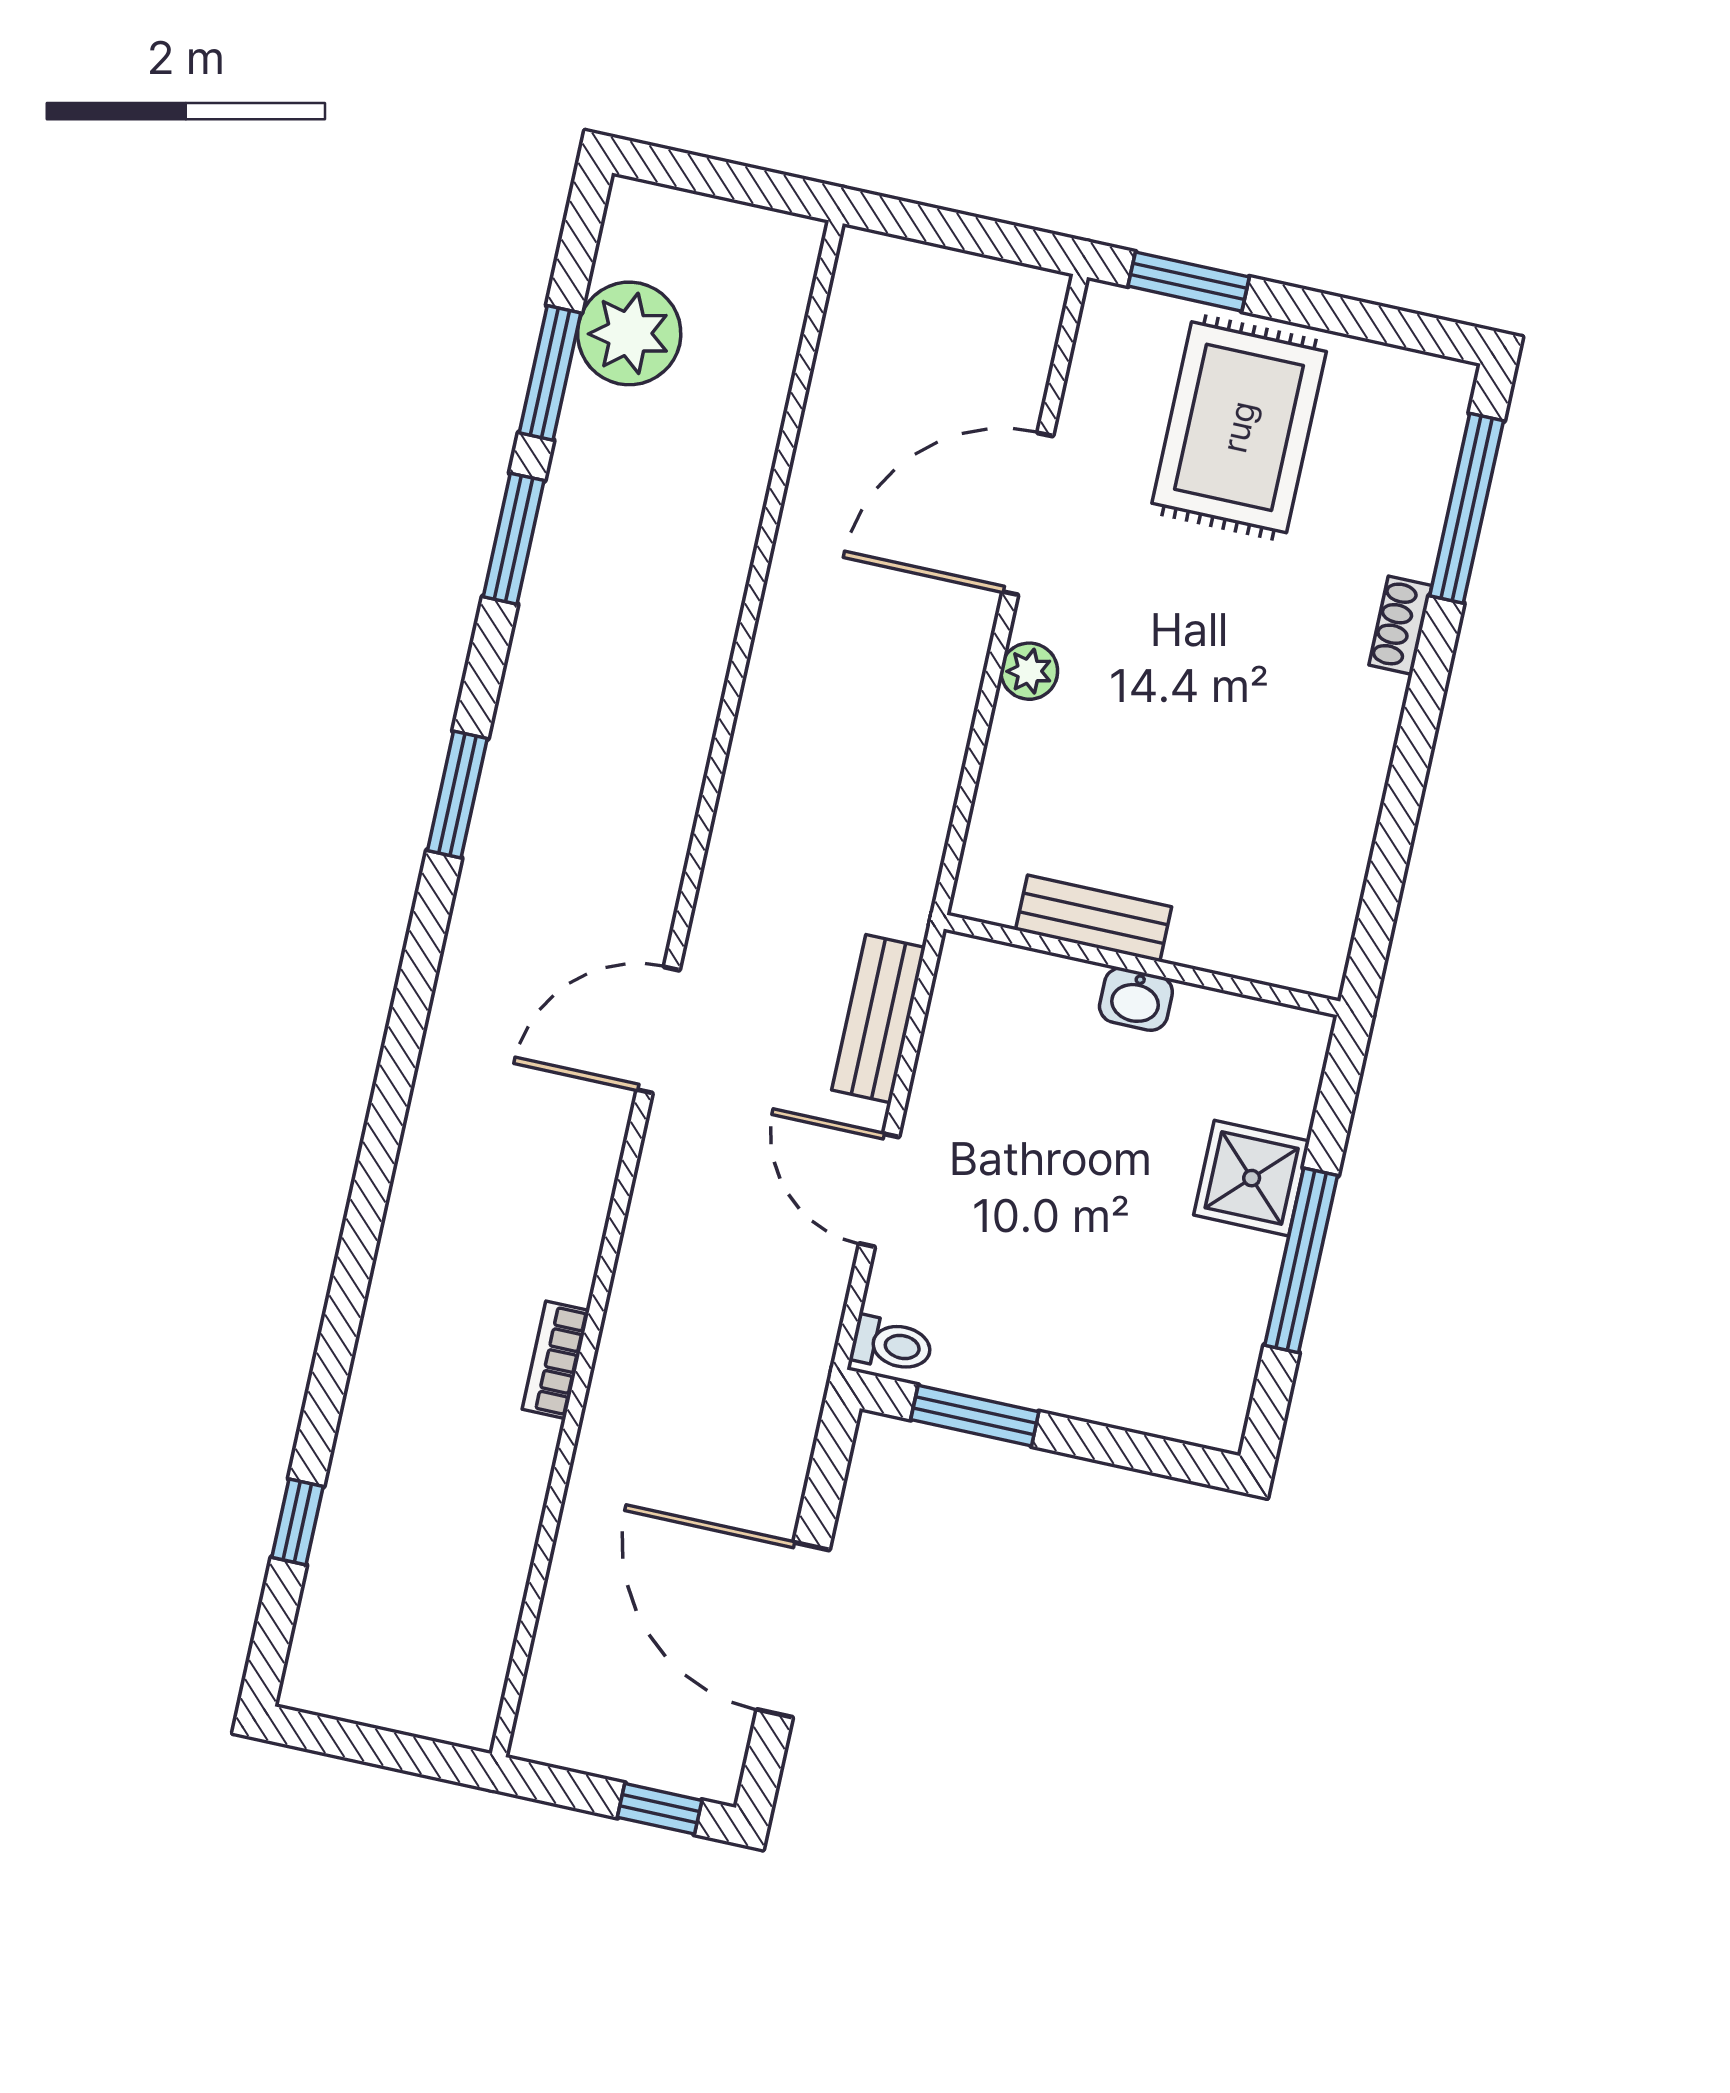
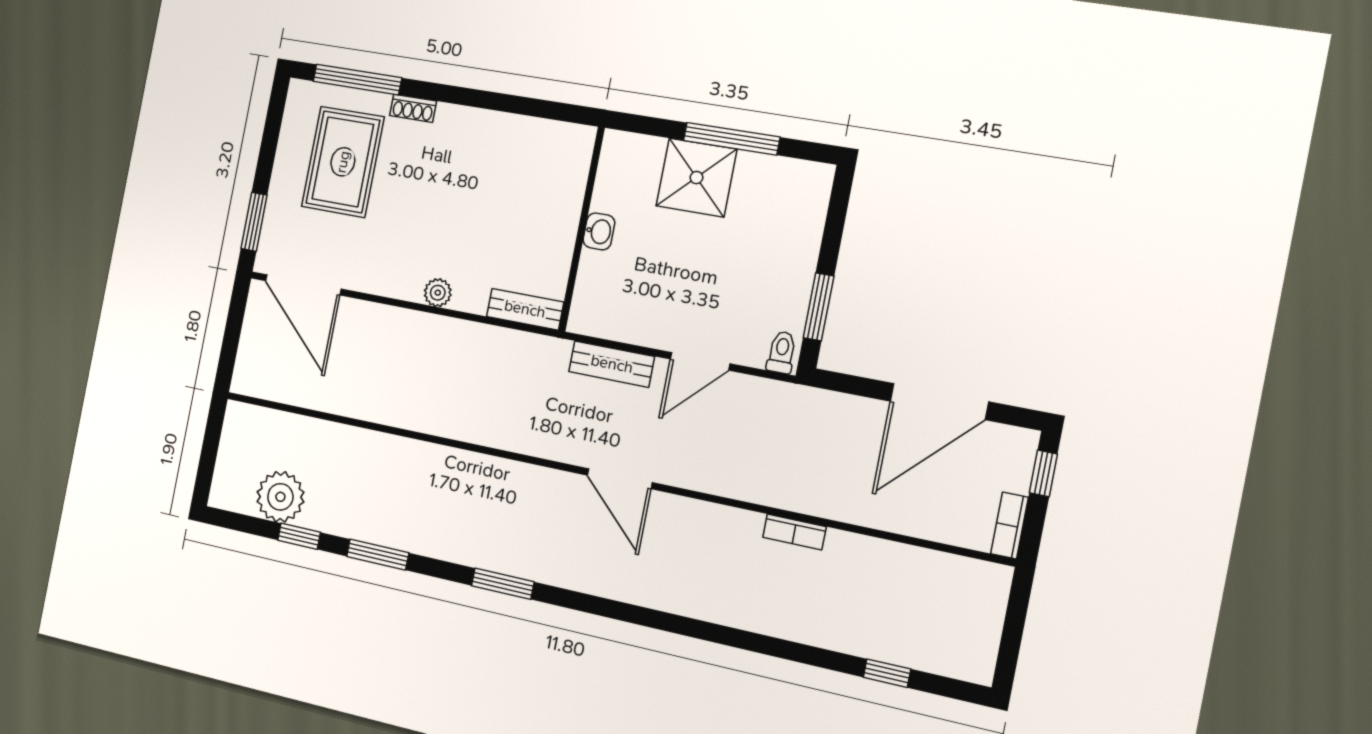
window: (550, 373) -> (299, 536), width x0.67
rug: (1239, 427) -> (343, 162), moved, turned 90
door: (1028, 514) -> (303, 285), moved
bench: (1094, 918) -> (525, 309), moved, turned 90
shower: (1252, 1178) -> (696, 178), width x1.36, depth x1.36
bookcase: (566, 1747) -> (1010, 525), added

